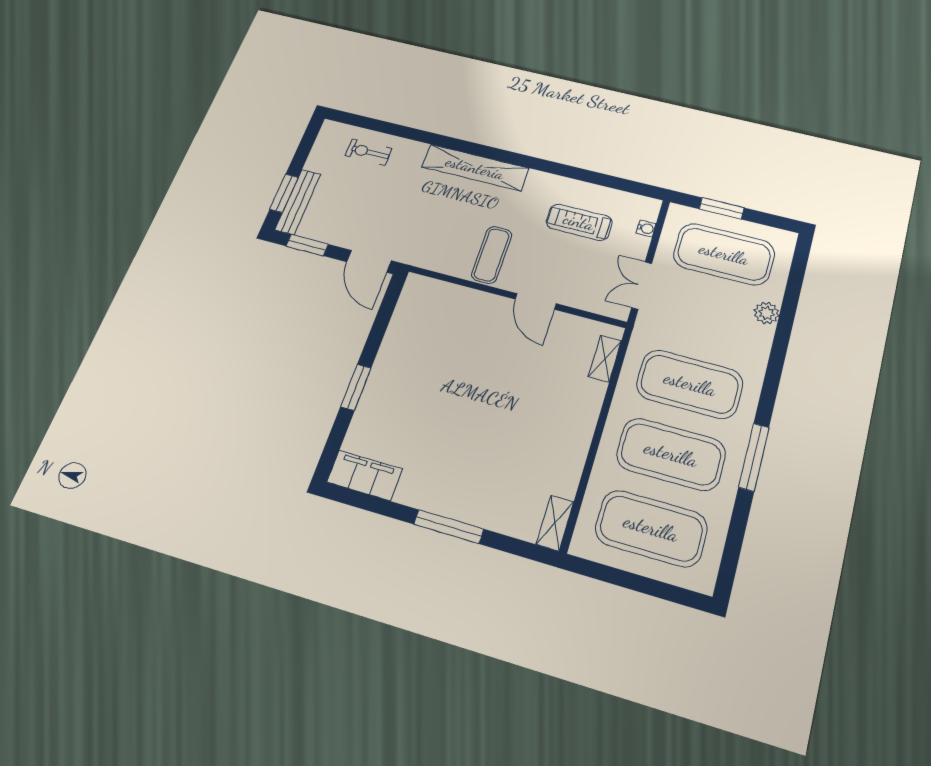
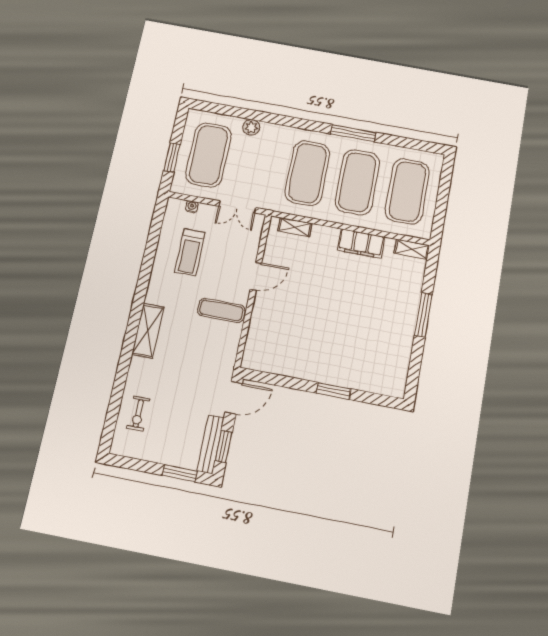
shelving: (475, 168) -> (148, 331), width x0.68
bench: (298, 202) -> (211, 444), moved, turned 90
filing cabinet: (365, 475) -> (361, 244), moved, turned -90

